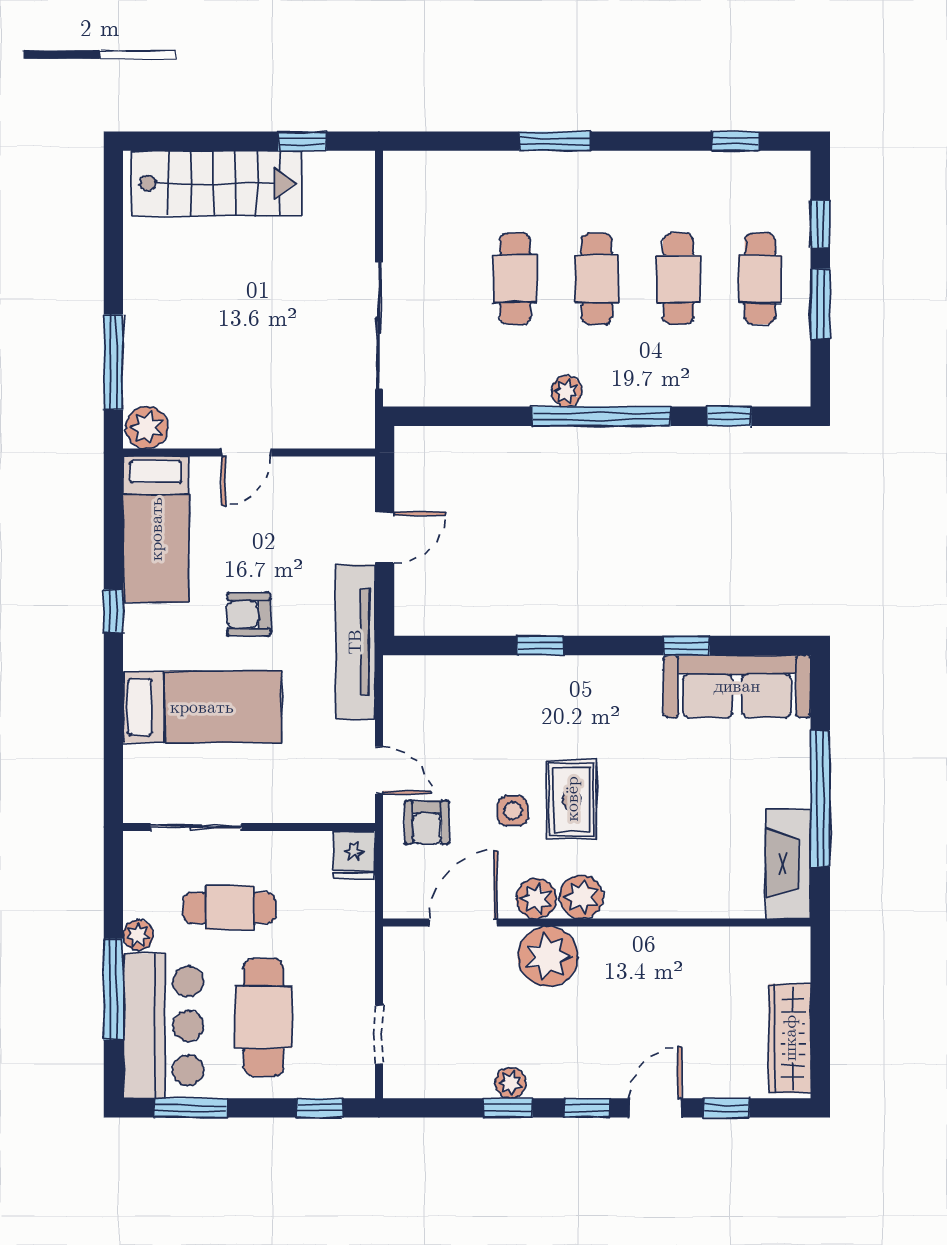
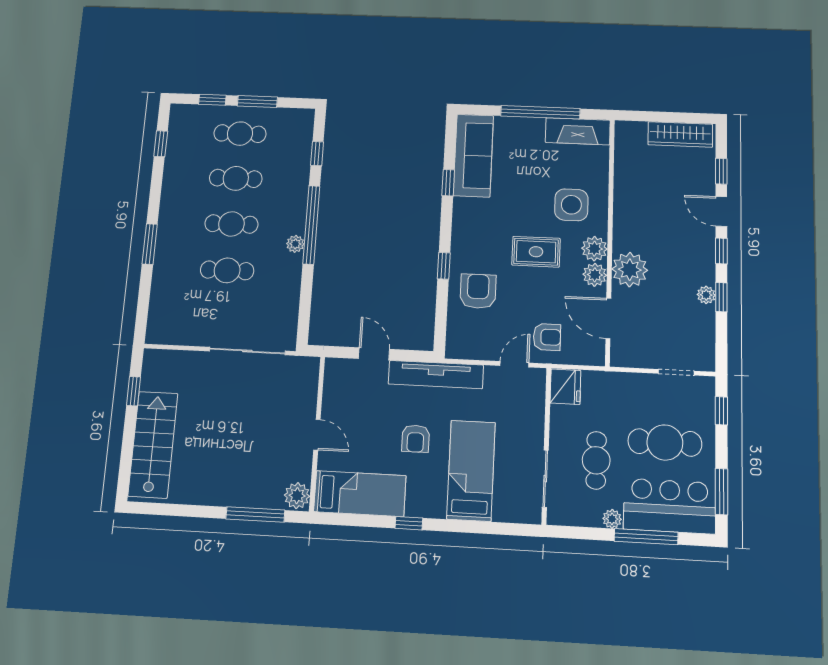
armchair: (499, 705) -> (478, 291), added
side table: (513, 811) -> (571, 205), moved, width x1.87, depth x1.87
fridge: (354, 855) -> (565, 387), width x1.38

